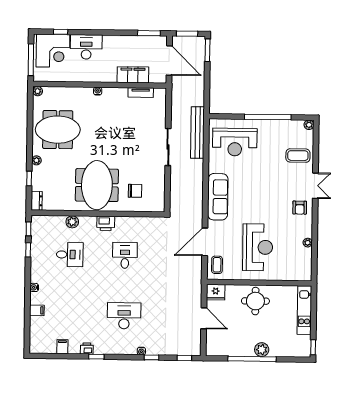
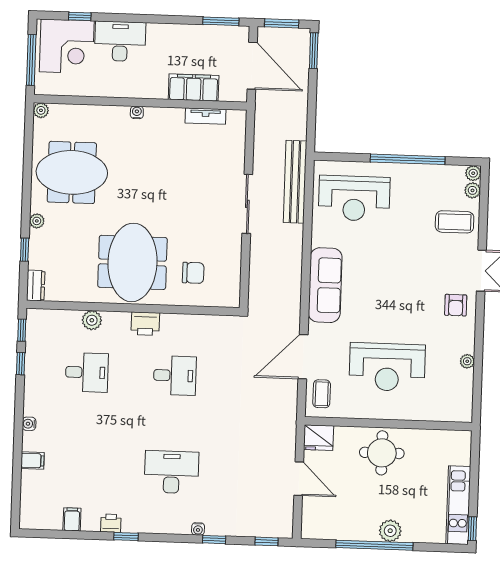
plant: (309, 136) -> (472, 190), added
reception desk: (258, 247) -> (387, 367), turned 90
desk: (125, 255) -> (175, 375), turned 90
kitchen unit: (304, 310) -> (458, 505), moved

